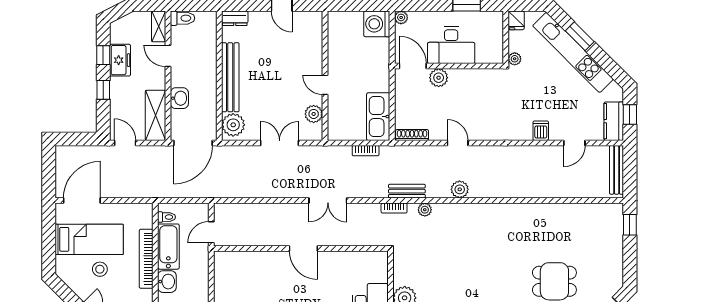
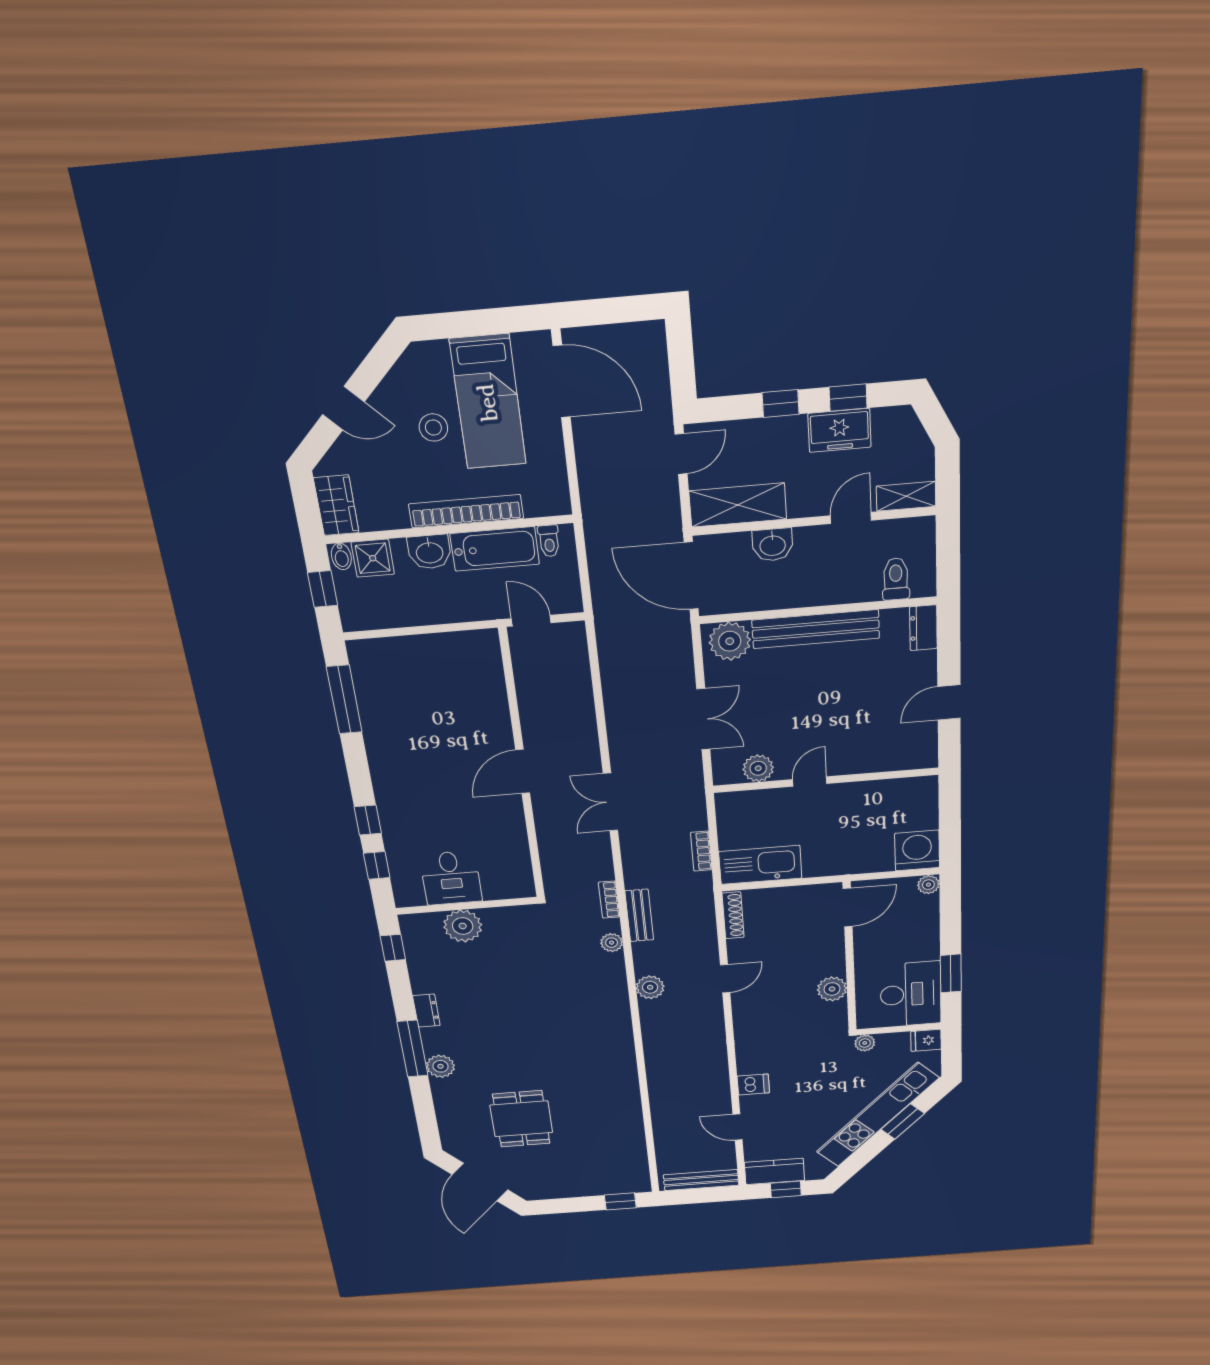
toilet: (182, 18) -> (896, 579), moved, turned 180
desk: (451, 45) -> (911, 994), moved, turned 180
plant: (439, 78) -> (832, 989), moved

